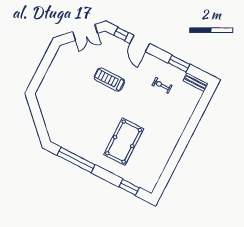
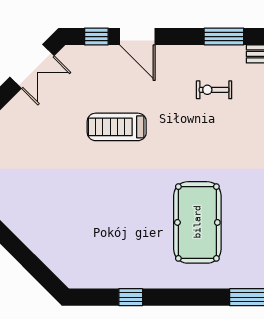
window: (76, 160) -> (131, 297), width x0.32

